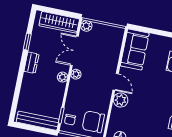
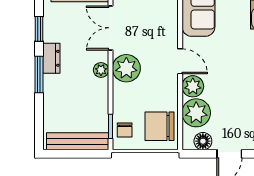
window: (21, 72) -> (39, 74), added
plant: (76, 74) -> (126, 68), width x1.88, depth x1.88
plant: (119, 118) -> (196, 113), added

